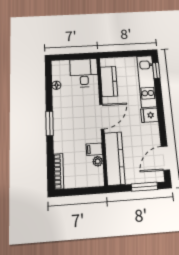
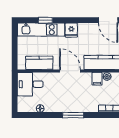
window: (156, 70) -> (45, 20), moved

